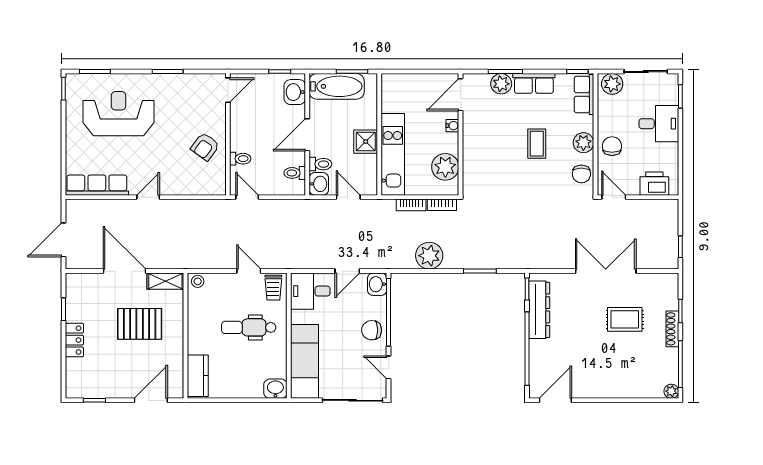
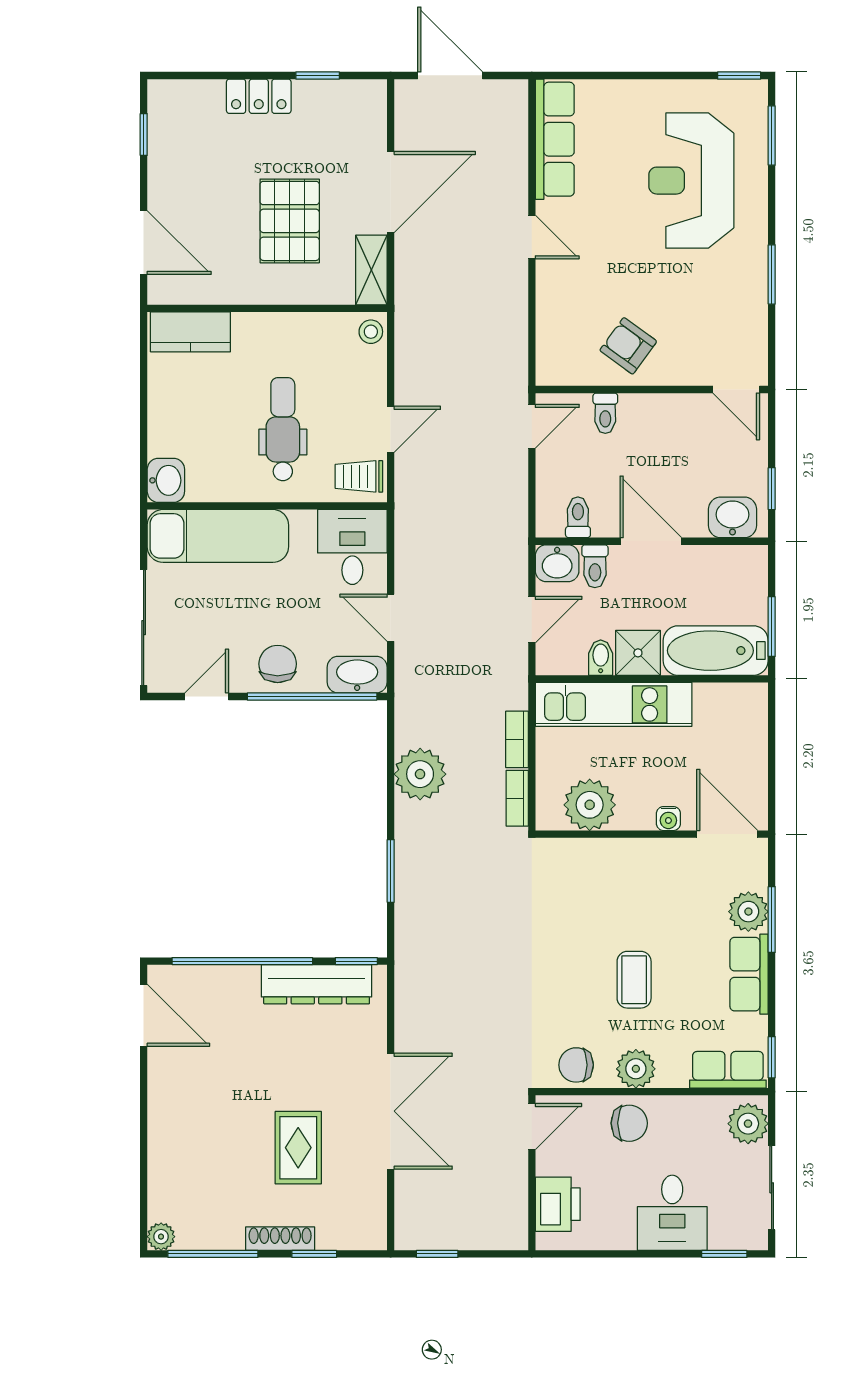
bathtub: (337, 86) -> (716, 651), moved, turned 90
reception desk: (119, 114) -> (691, 181), turned 180
coffee table: (537, 144) -> (634, 980), turned 90
bidet: (368, 161) -> (601, 658), added
washbasin: (377, 284) -> (357, 675), width x1.38

